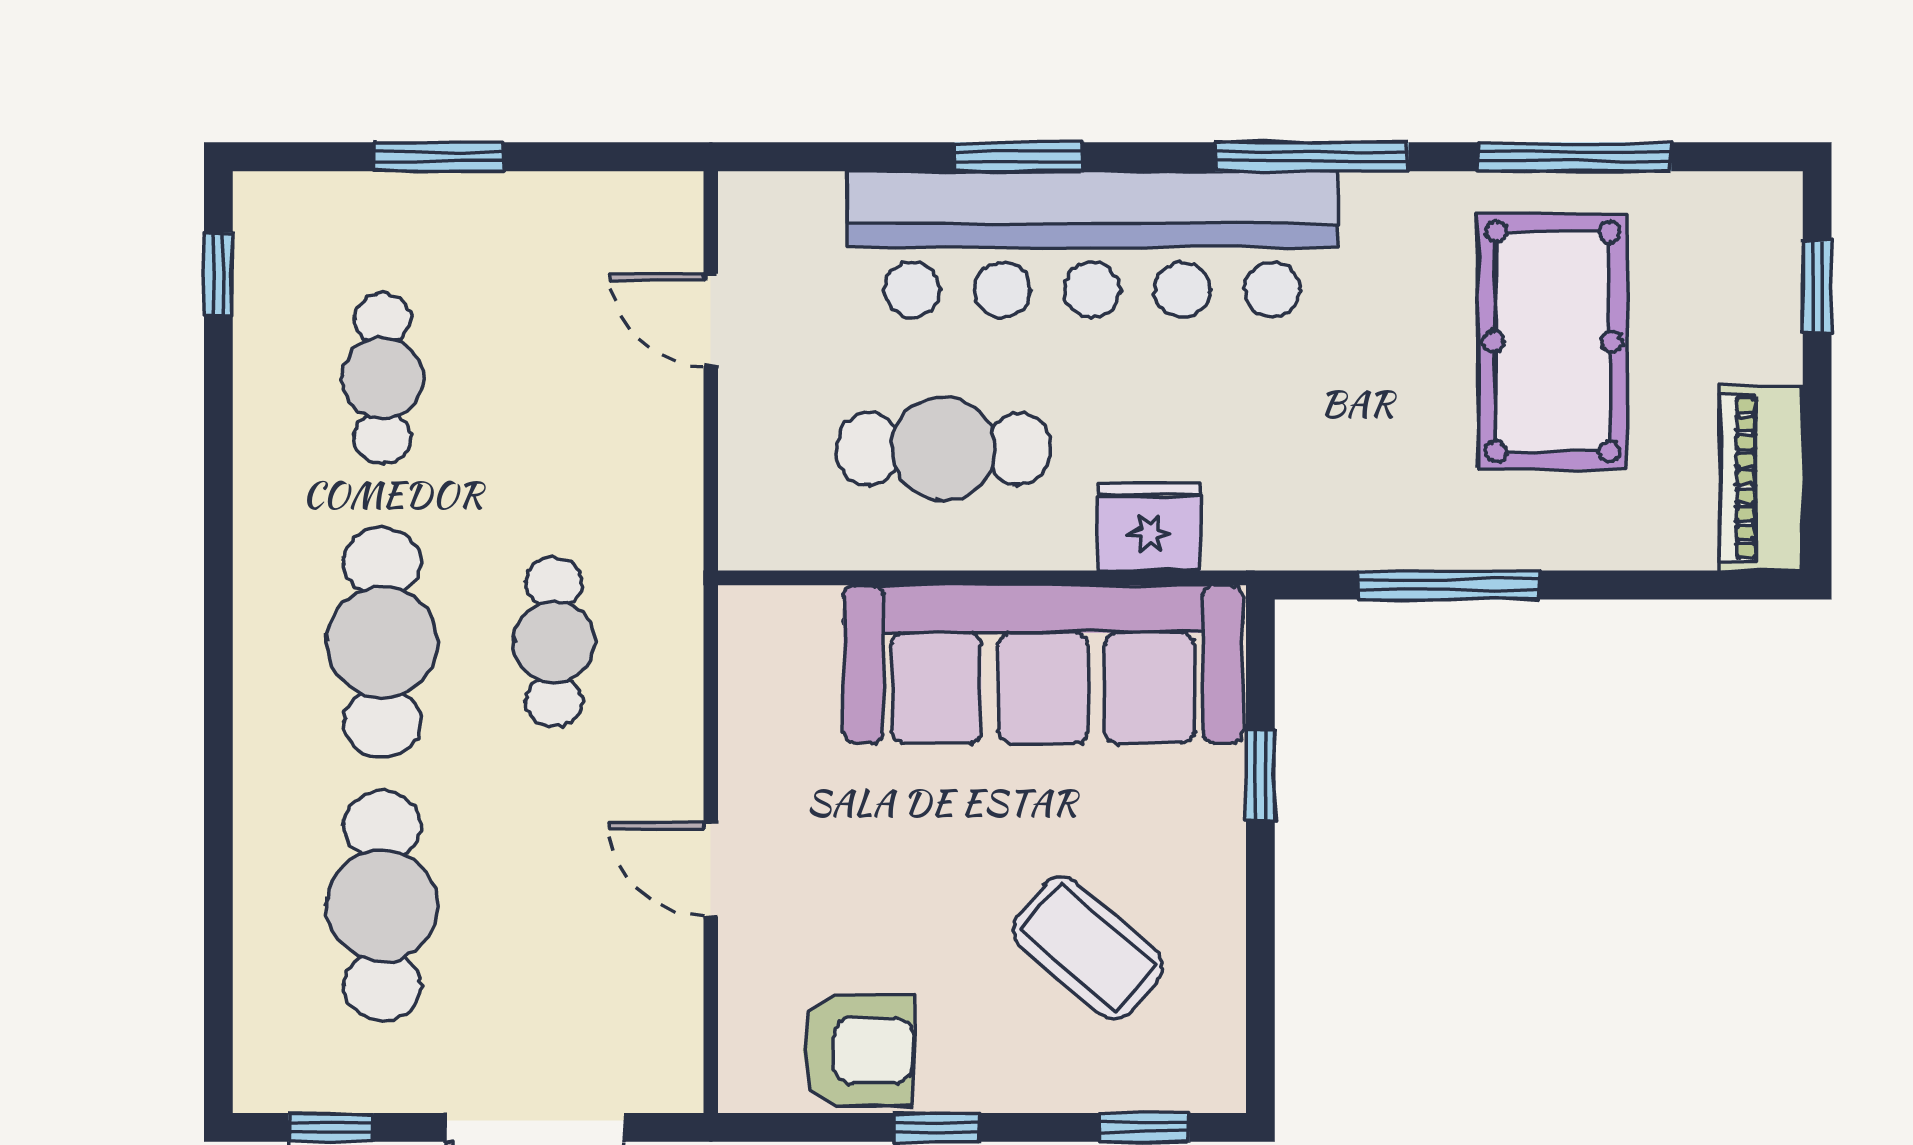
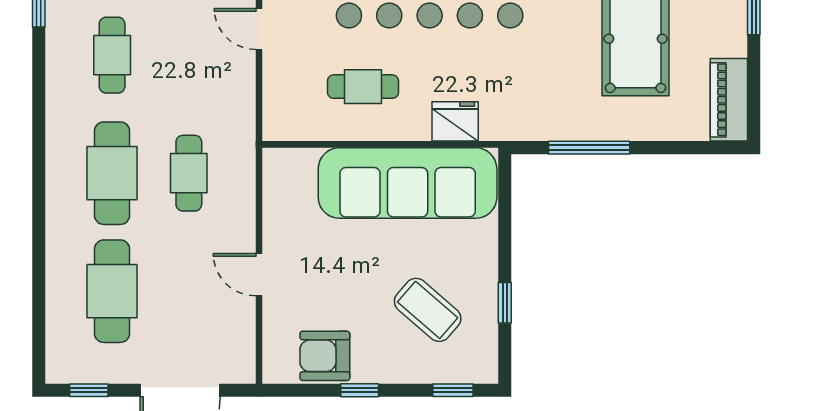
cafe table: (943, 449) -> (363, 87), width x0.73, depth x0.74
window: (1260, 775) -> (505, 303), moved
armchair: (858, 1050) -> (325, 356), turned 180

